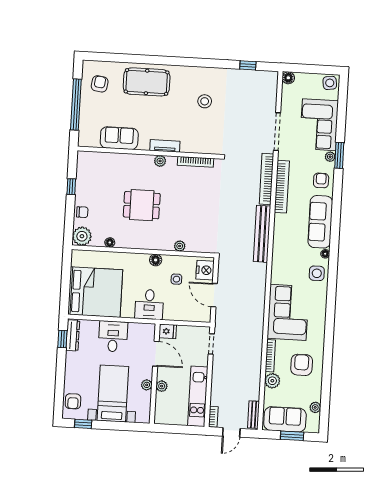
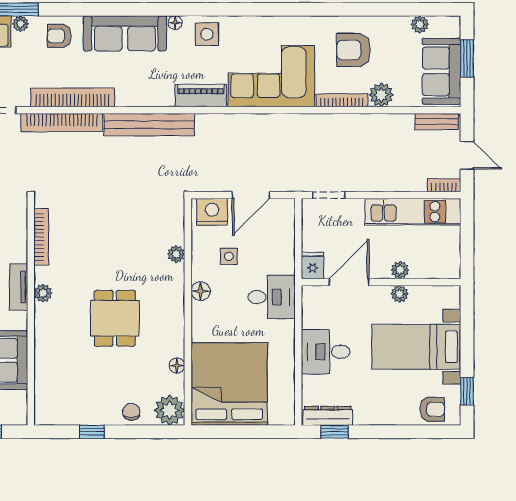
piano: (278, 267) -> (201, 96), added
bed: (95, 292) -> (229, 384), moved

